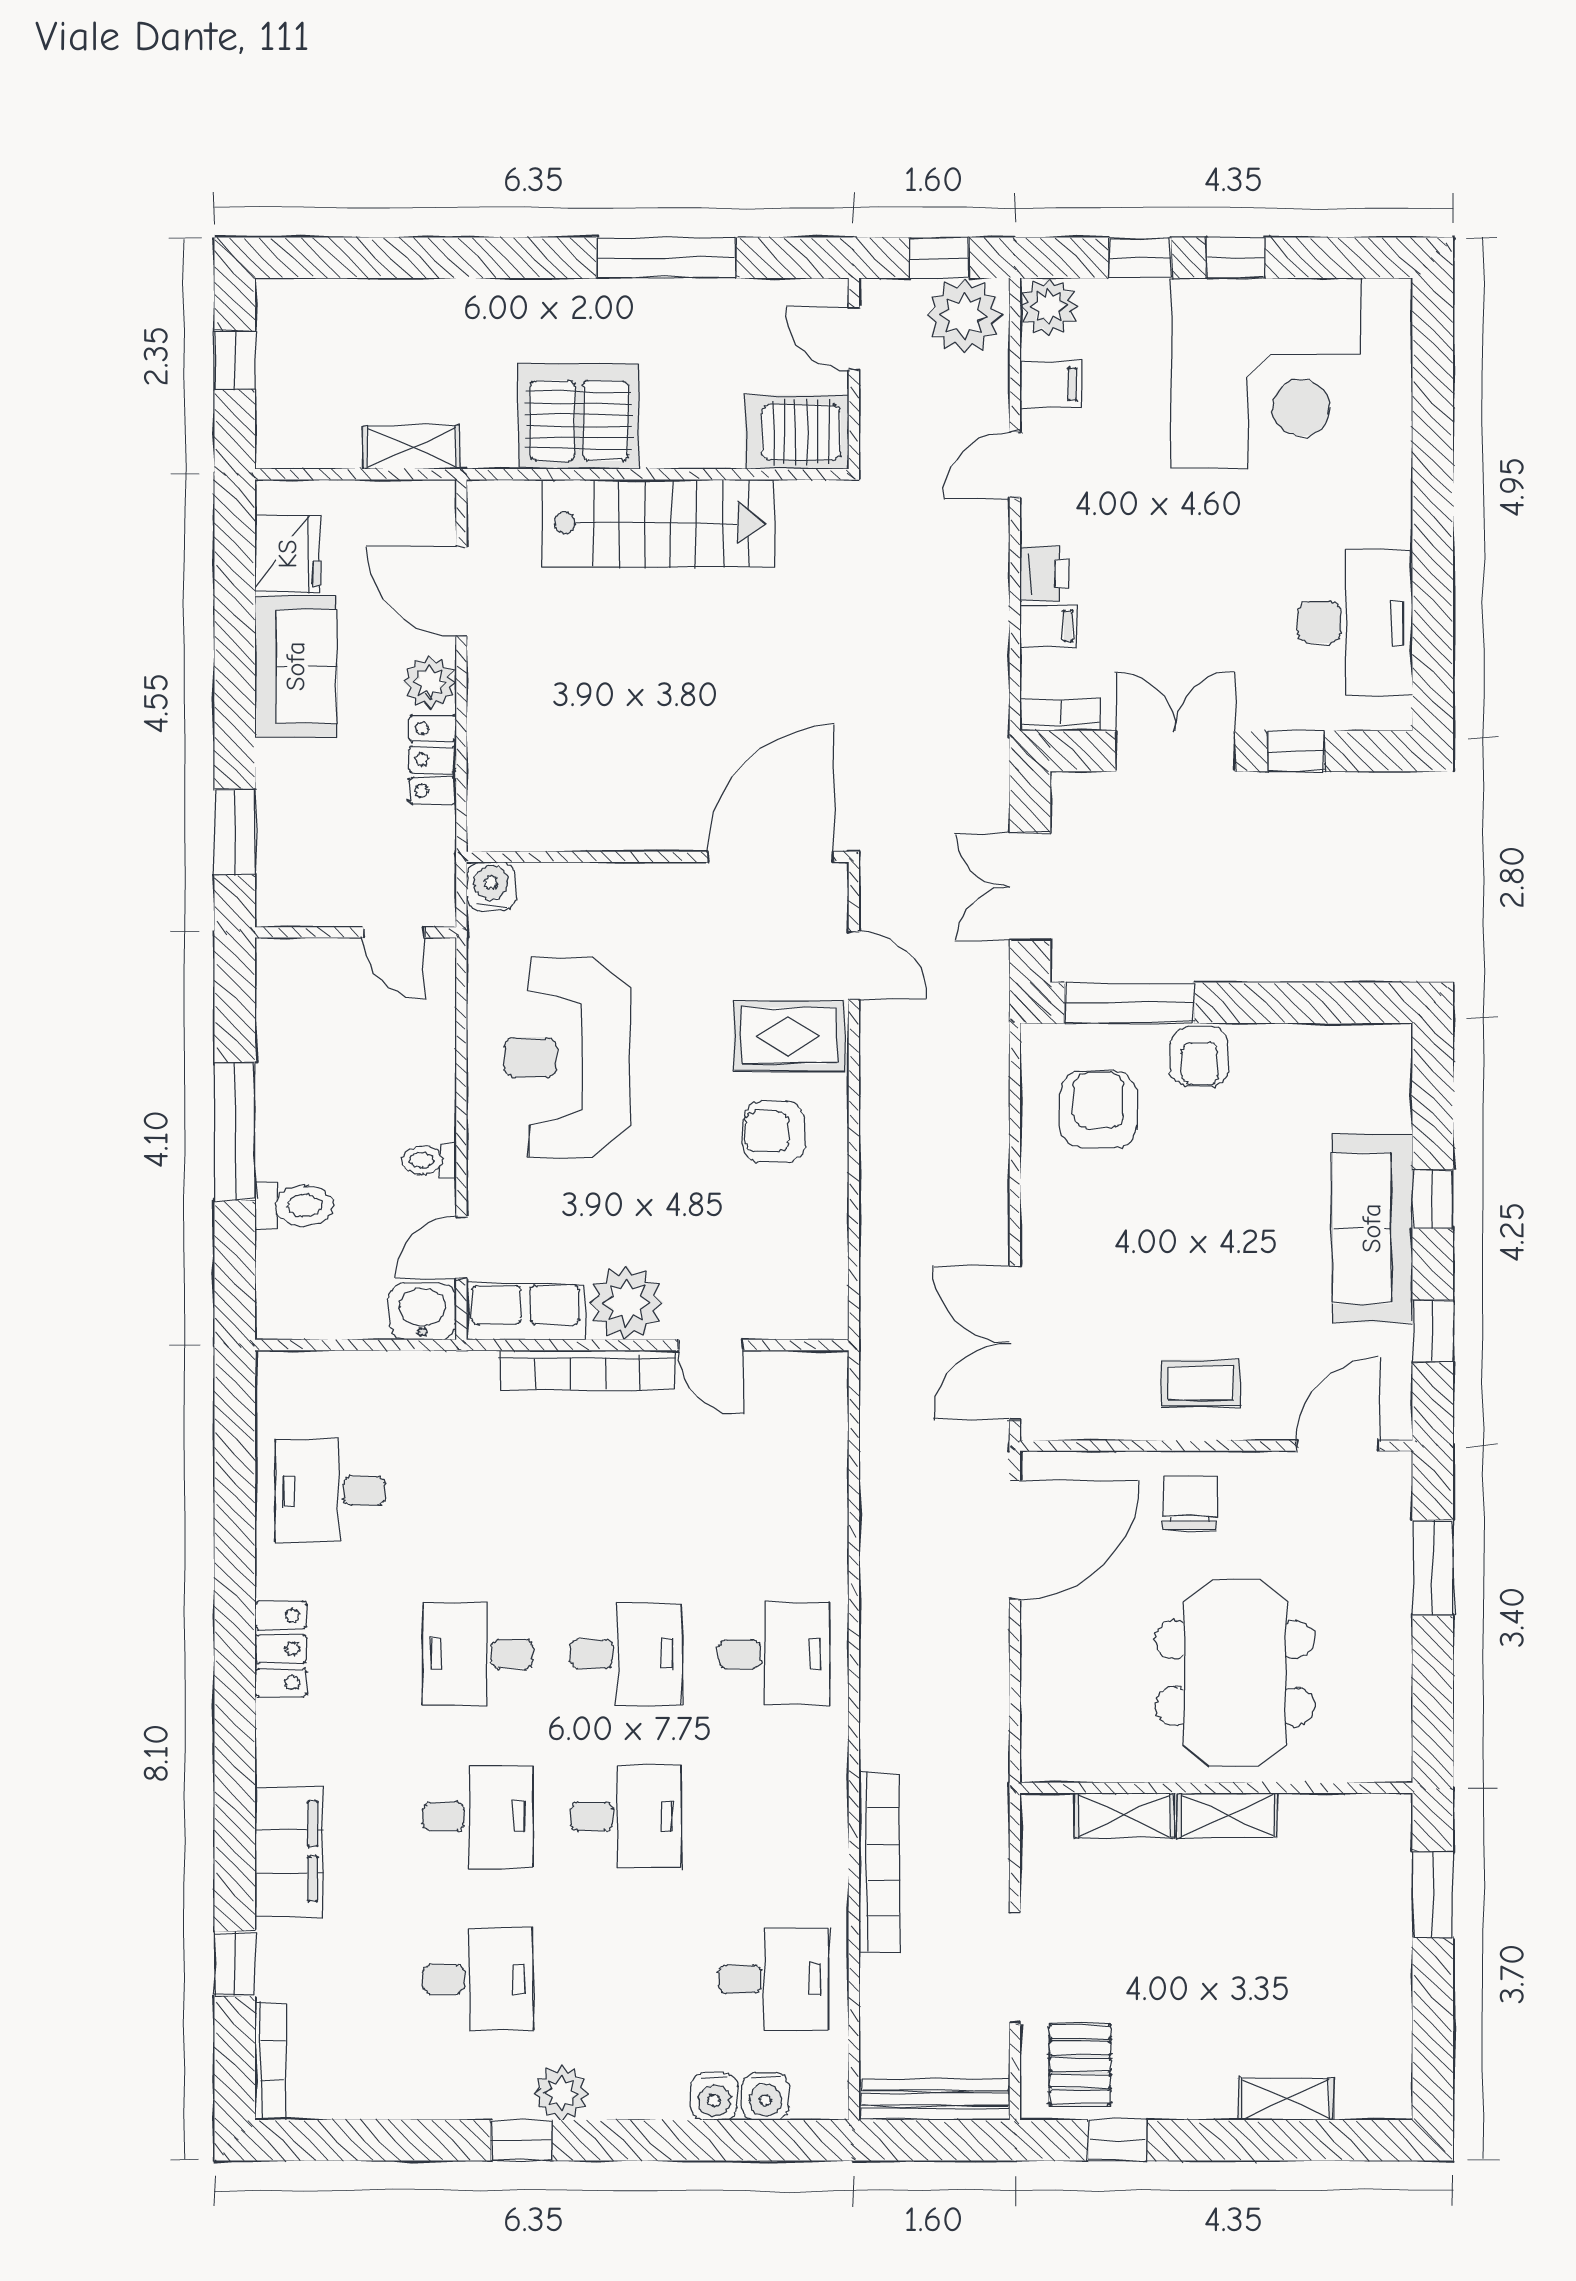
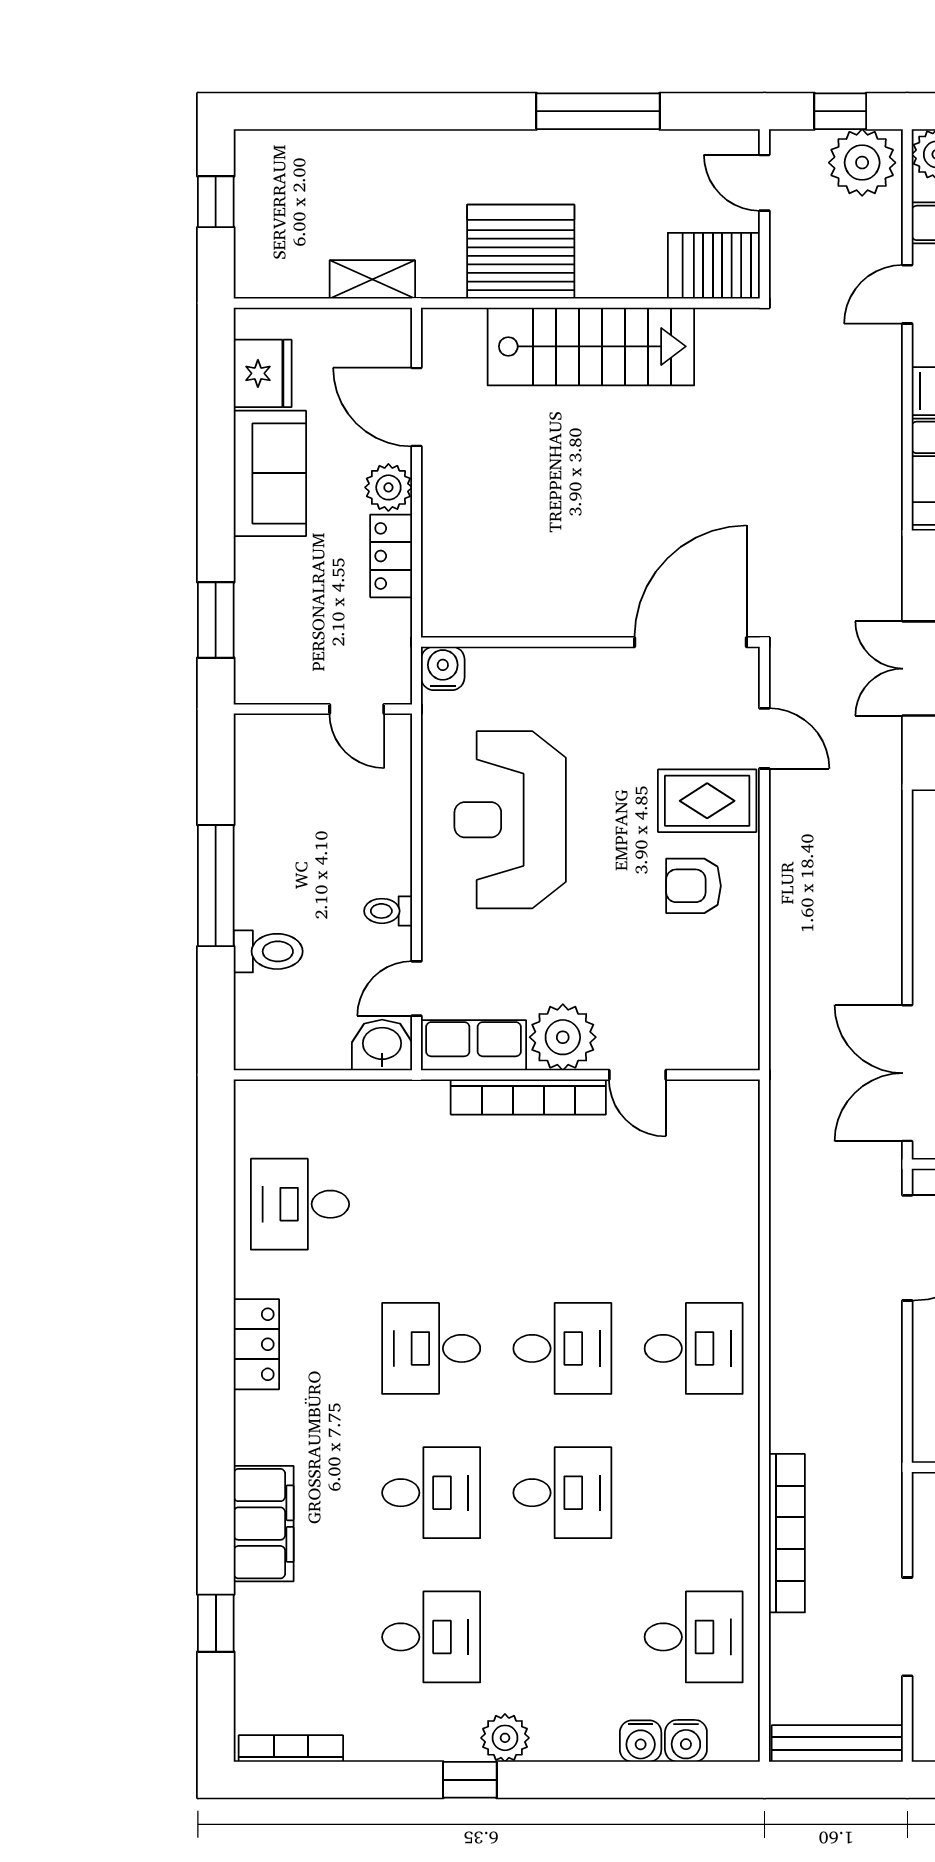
bookcase: (270, 2061) -> (291, 1749), moved, turned -90

